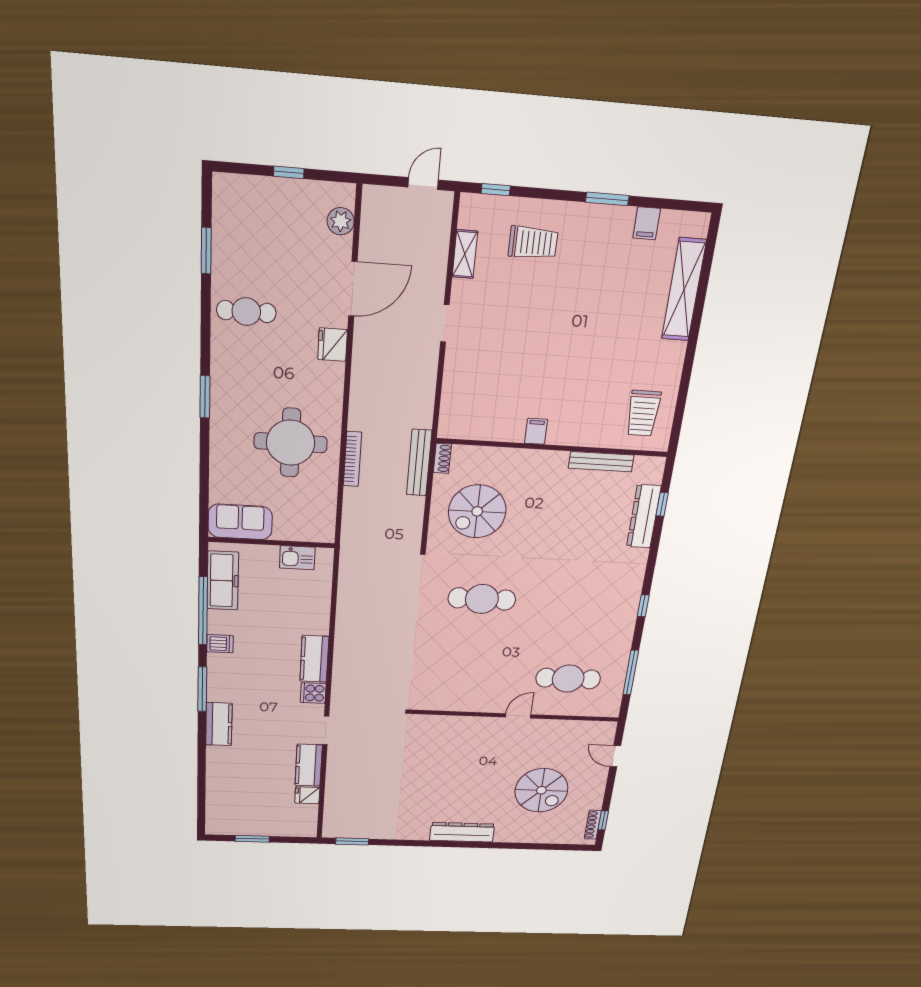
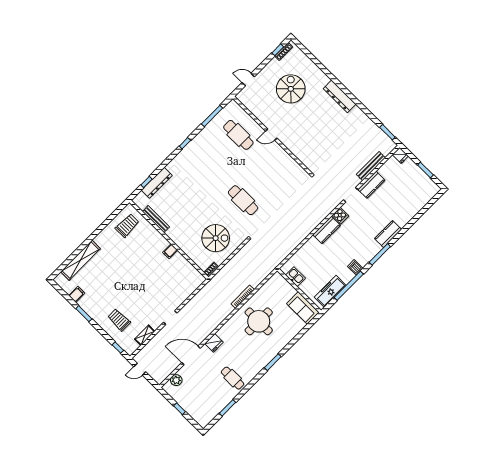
bench: (419, 463) -> (371, 166), moved
door: (615, 756) -> (248, 80), swing flipped
fridge: (307, 795) -> (400, 155), moved

